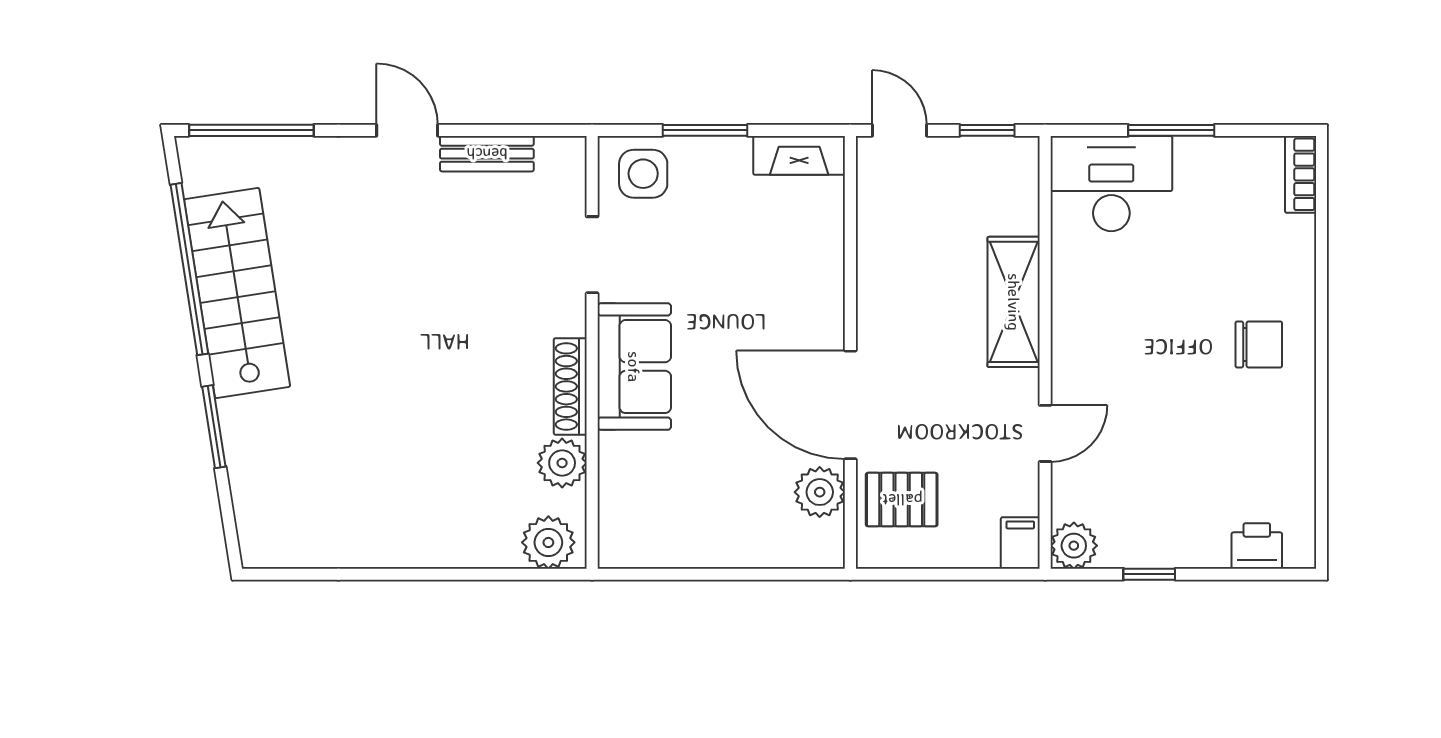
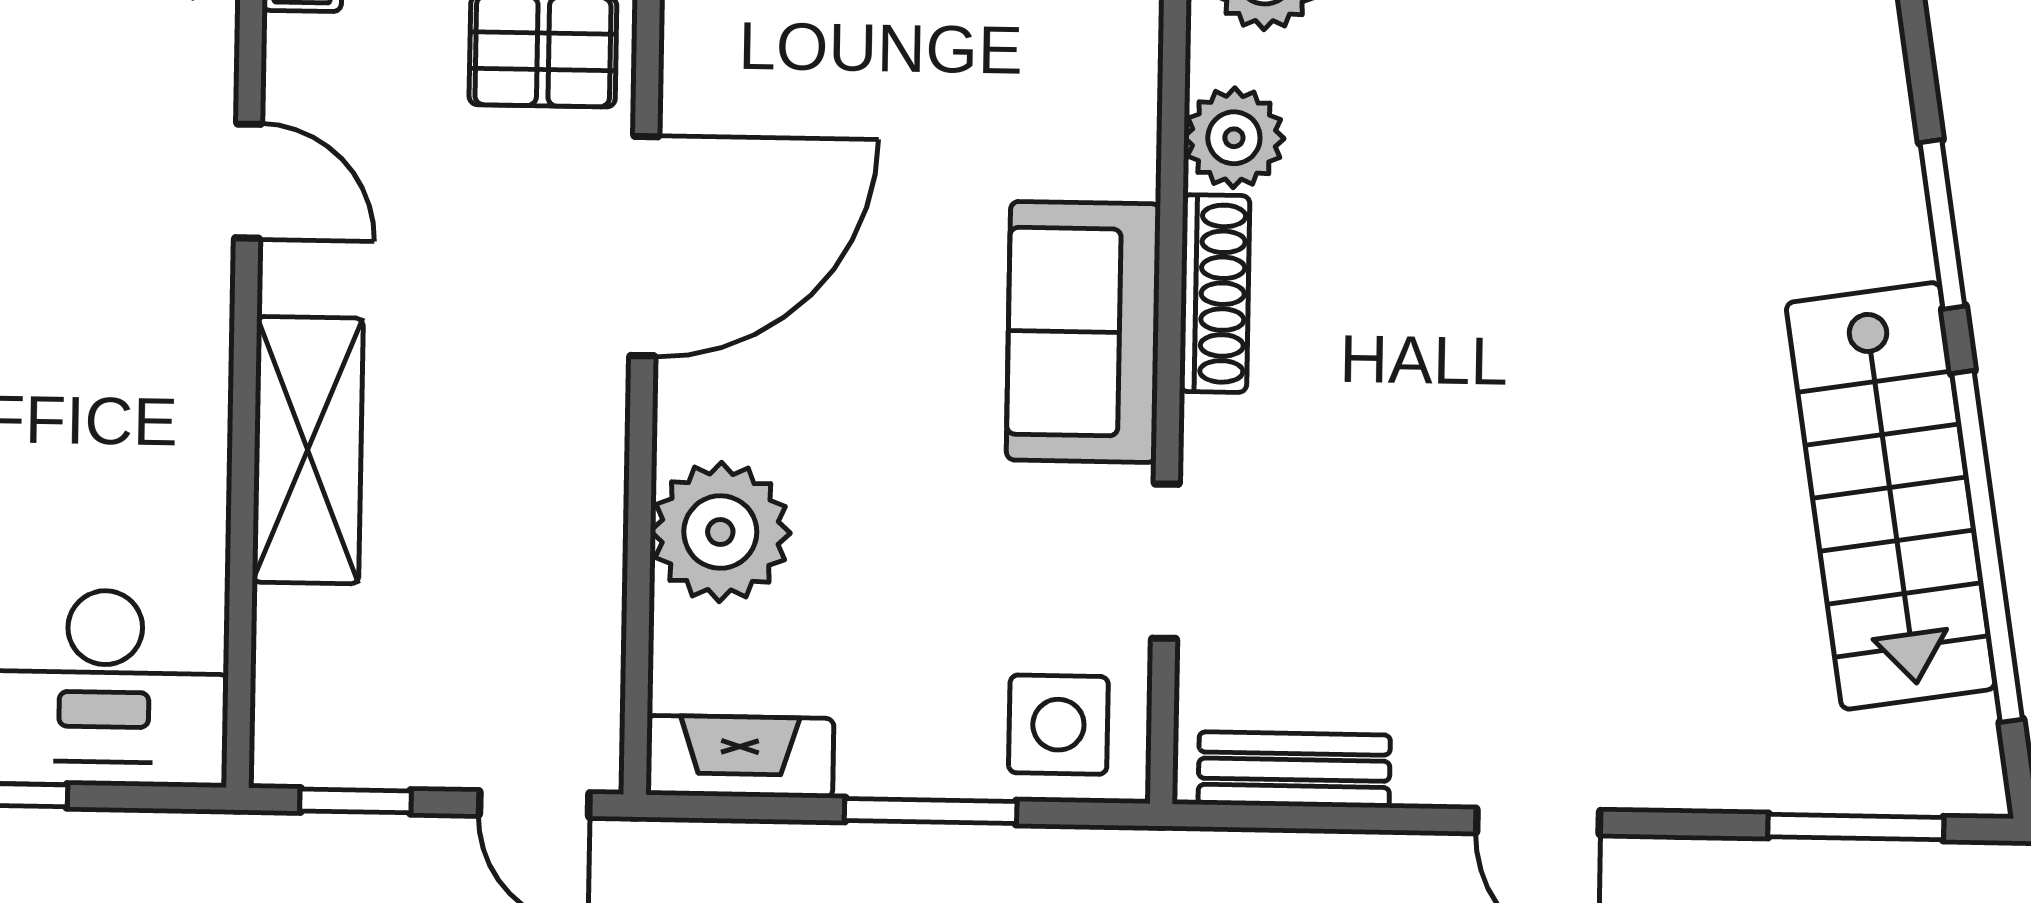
window: (251, 130) -> (1856, 827), width x0.69
bench: (487, 154) -> (1294, 770), moved
door: (850, 405) -> (644, 246), hinge flipped
door: (1045, 433) -> (248, 181), swing flipped
plant: (820, 492) -> (720, 532), moved, width x1.36, depth x1.36

